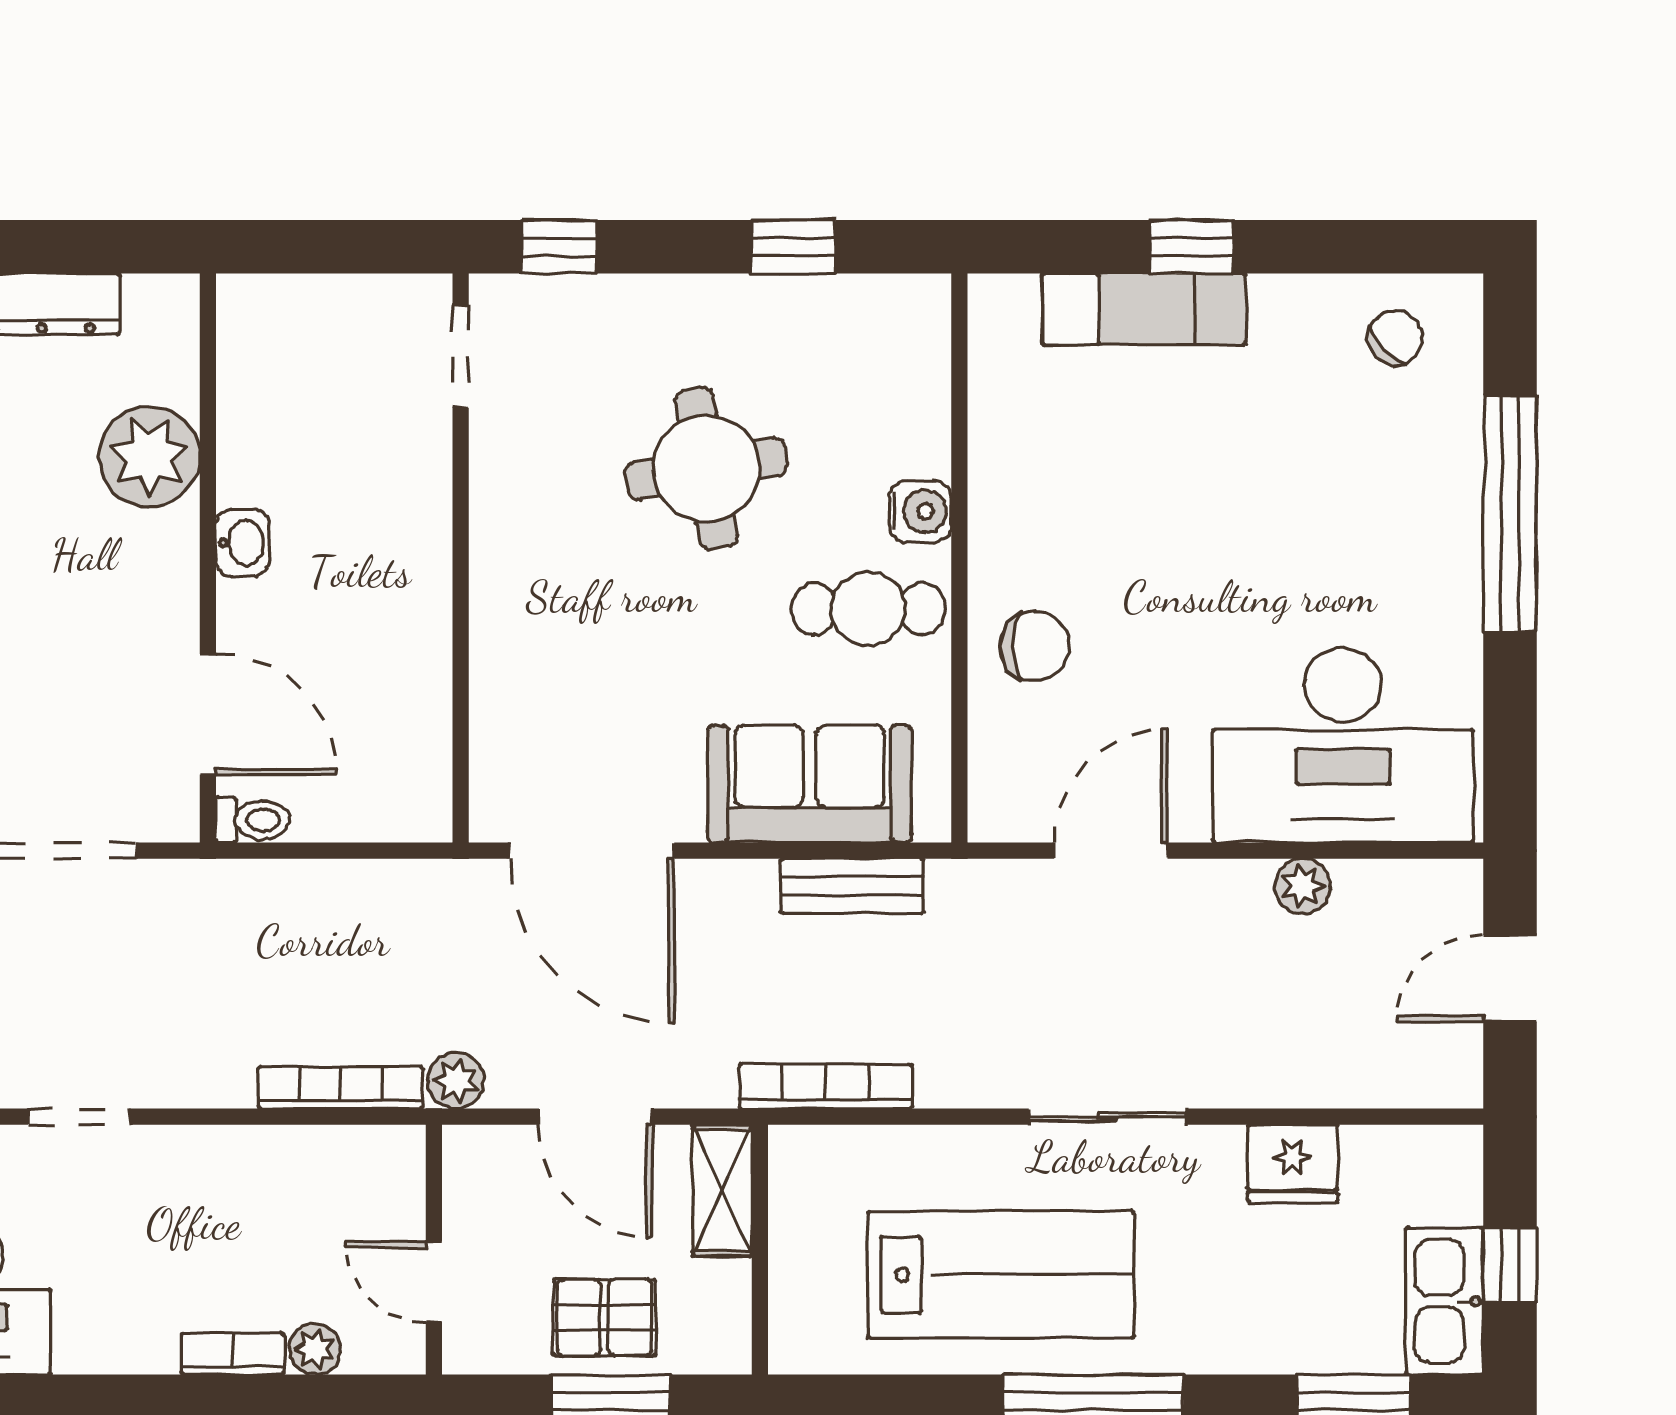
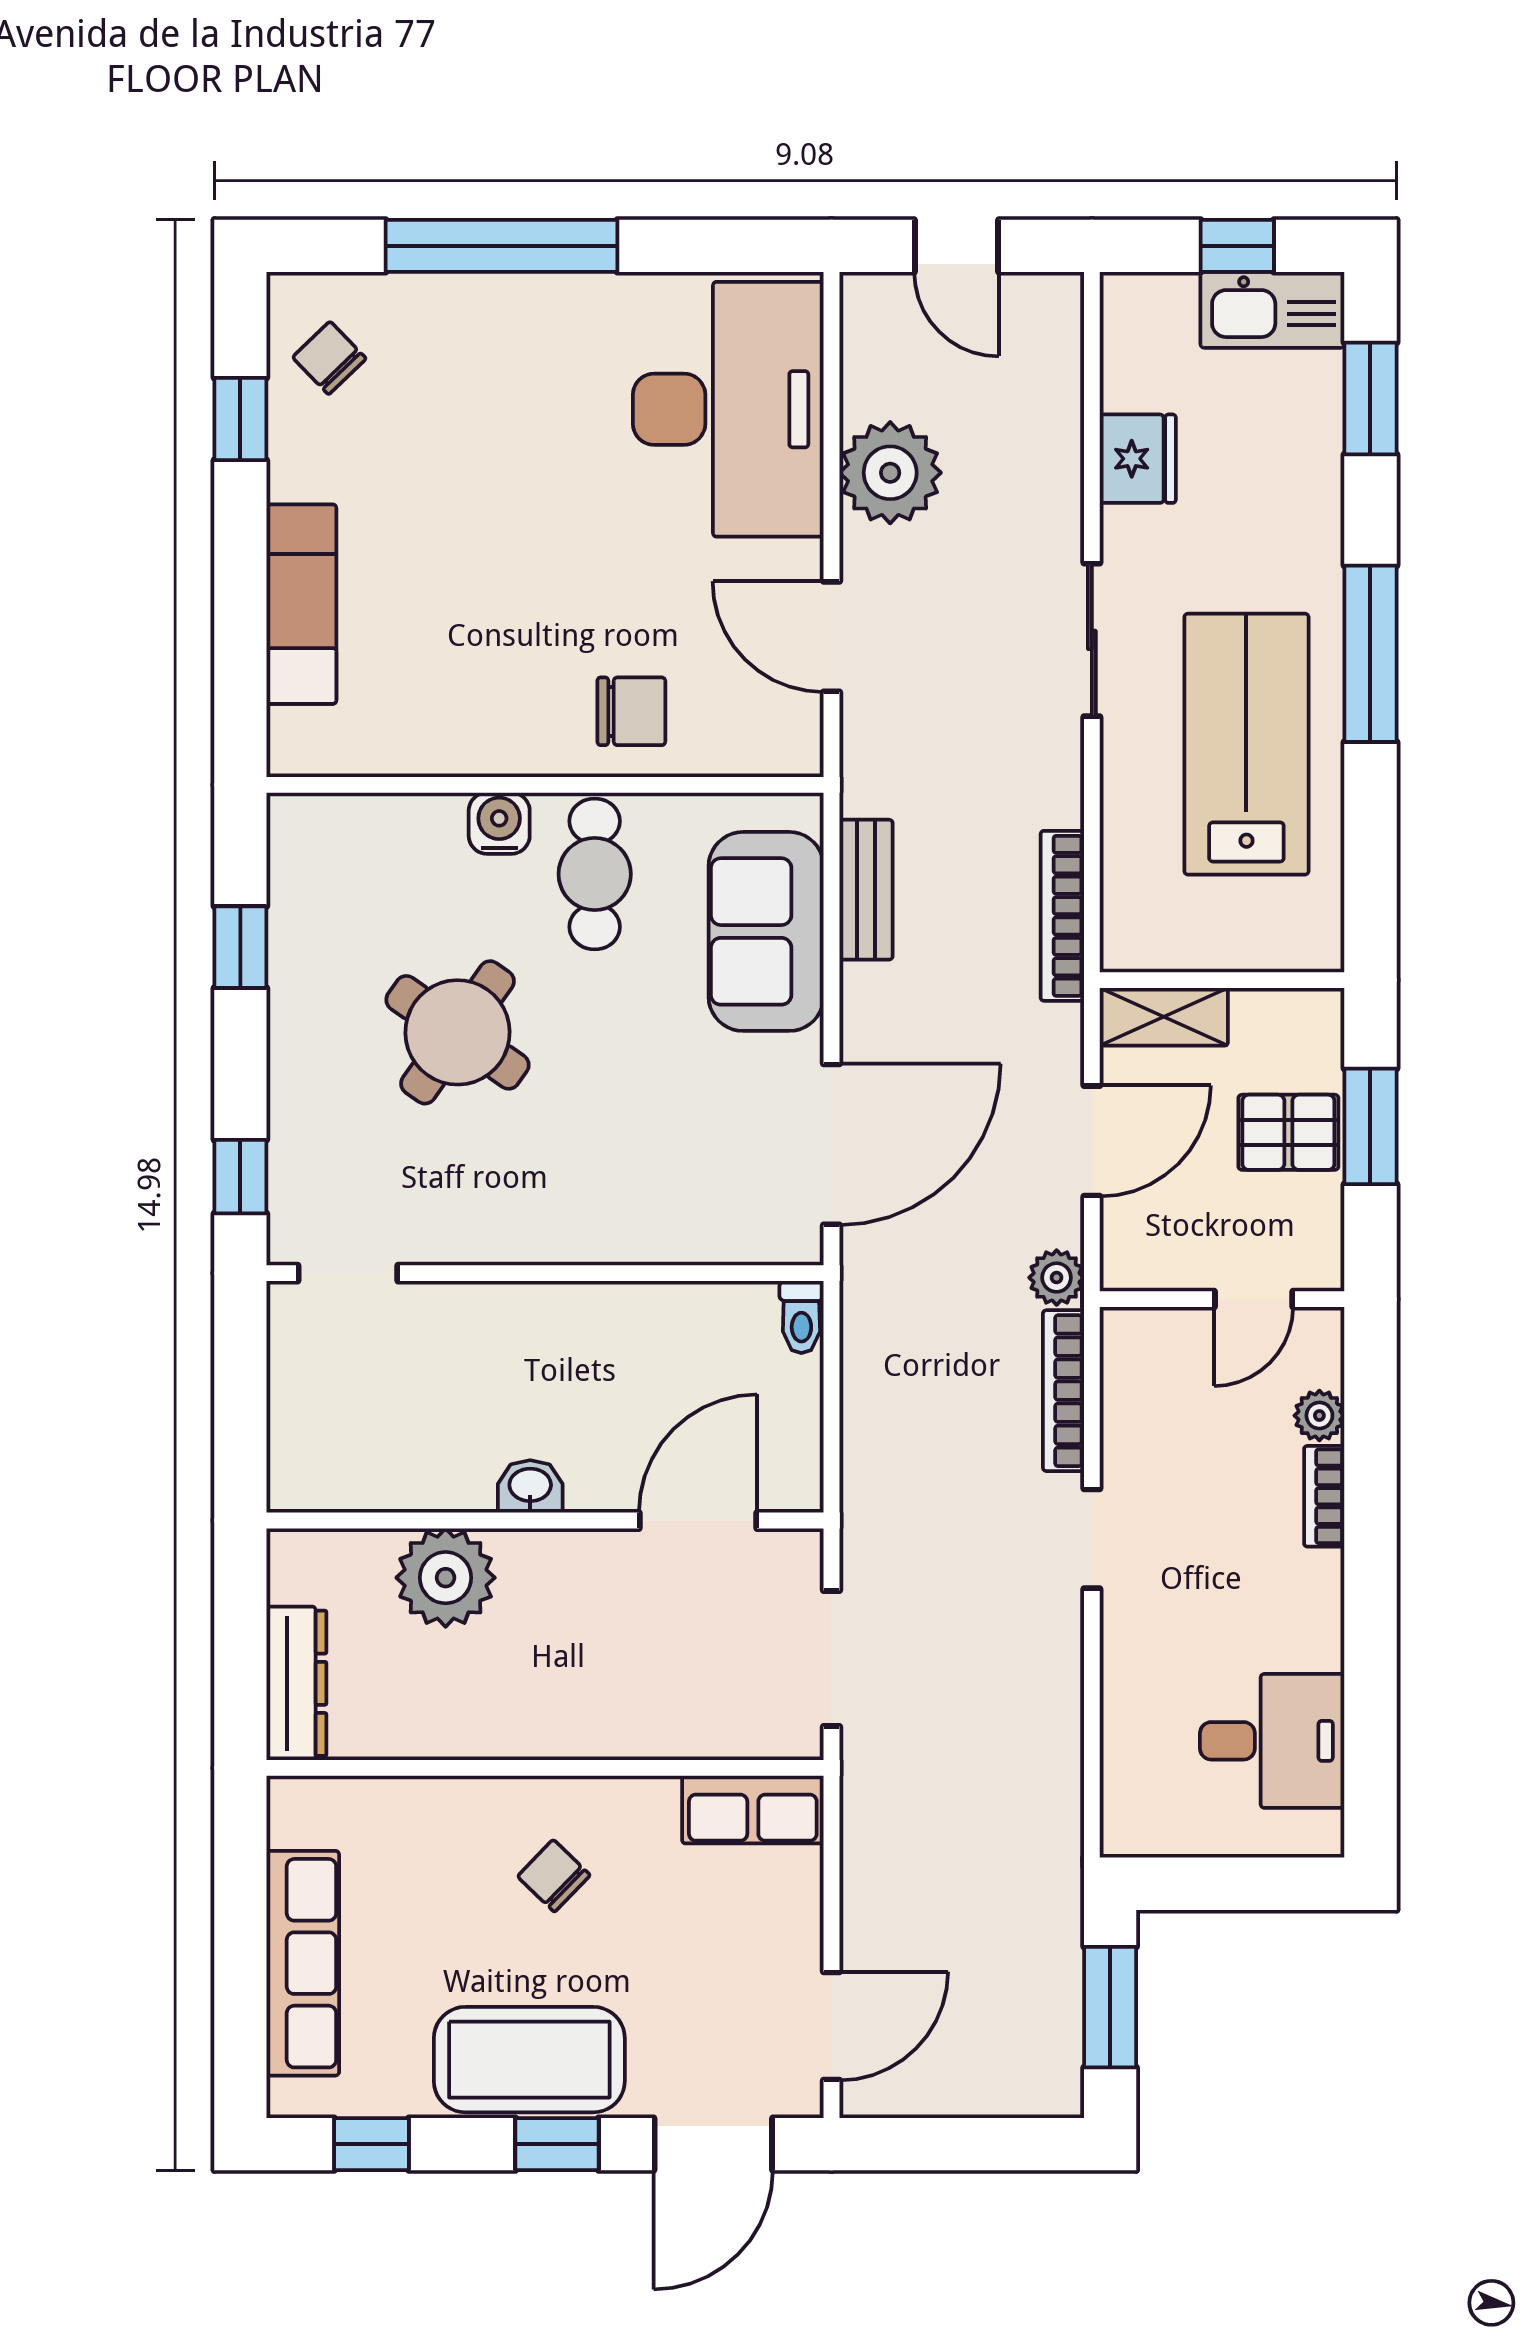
window: (1192, 247) -> (240, 419), moved
round table: (706, 469) -> (458, 1032), turned 45
chair: (1034, 646) -> (631, 711), turned 90
toilet: (253, 820) -> (801, 1317), moved, turned 180
plant: (1302, 886) -> (890, 473), width x1.88, depth x1.88
doorway: (79, 1117) -> (1092, 1539), moved
pallet: (604, 1317) -> (1288, 1132), turned 90

